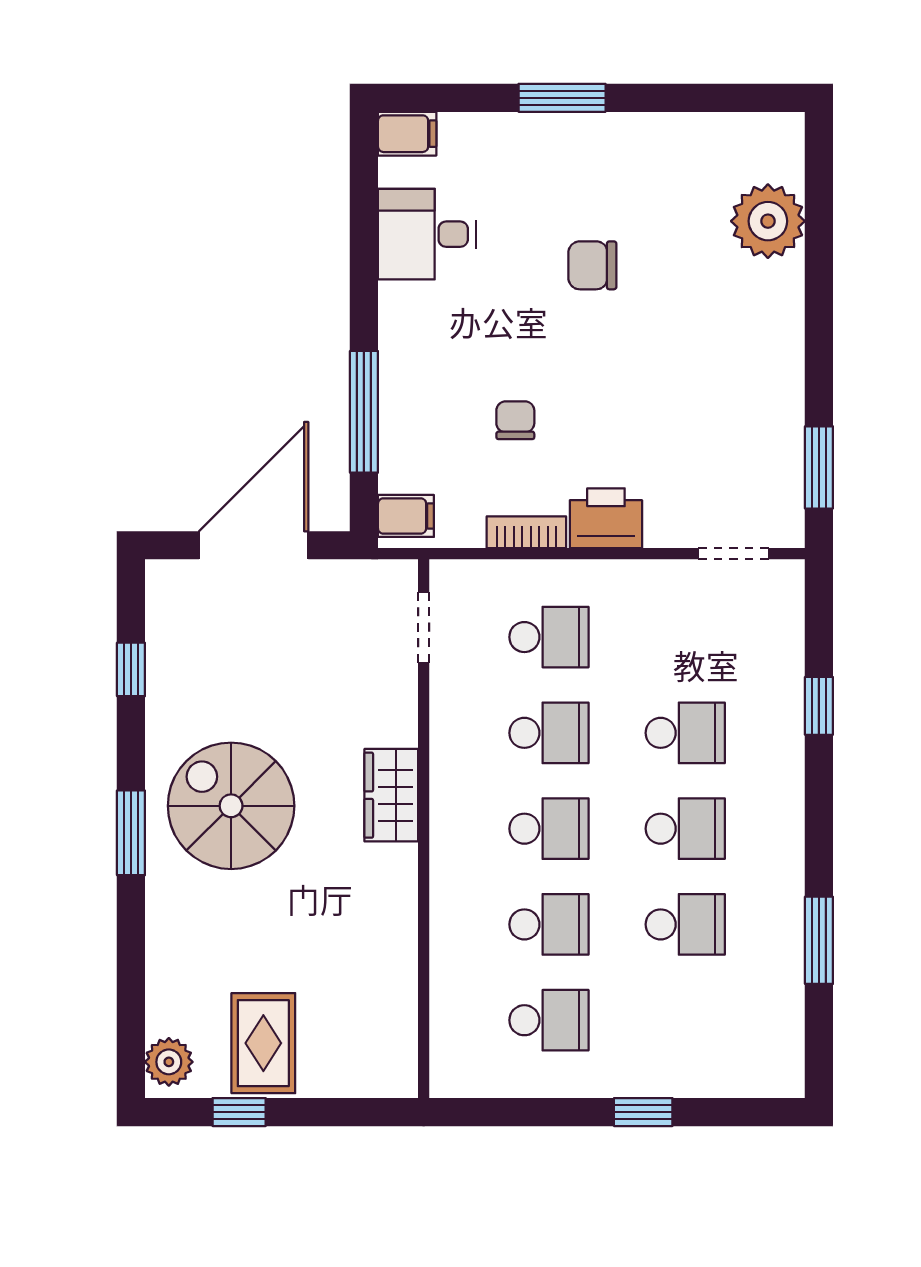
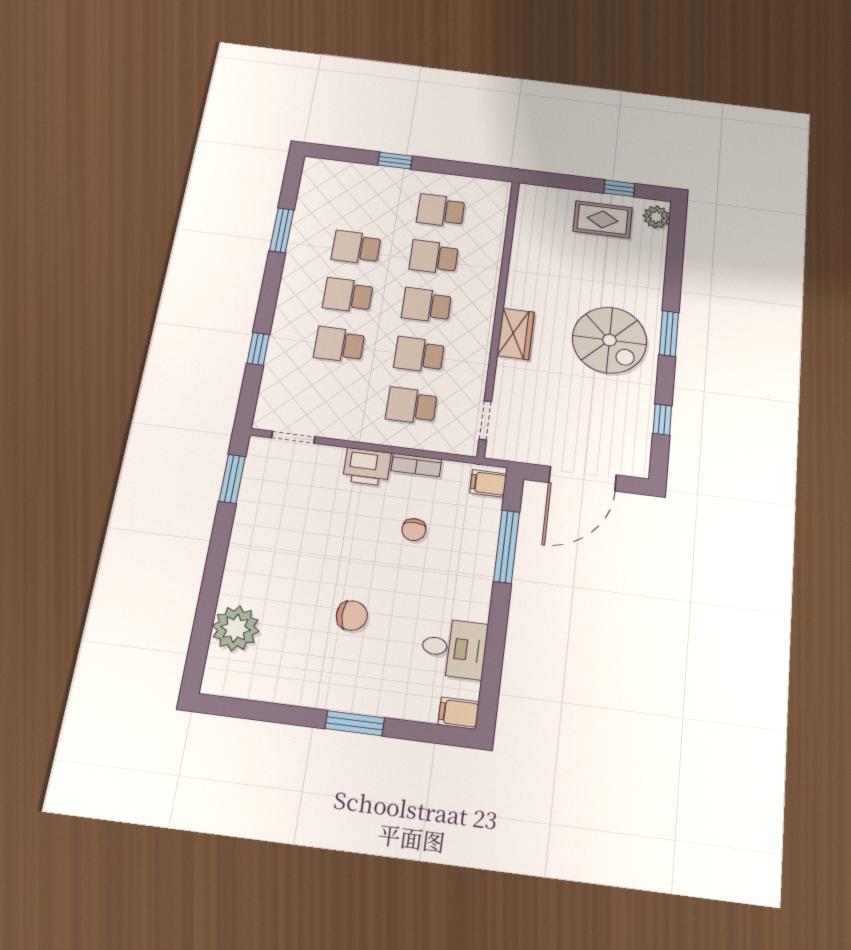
rug: (263, 1043) -> (603, 219), turned 90

